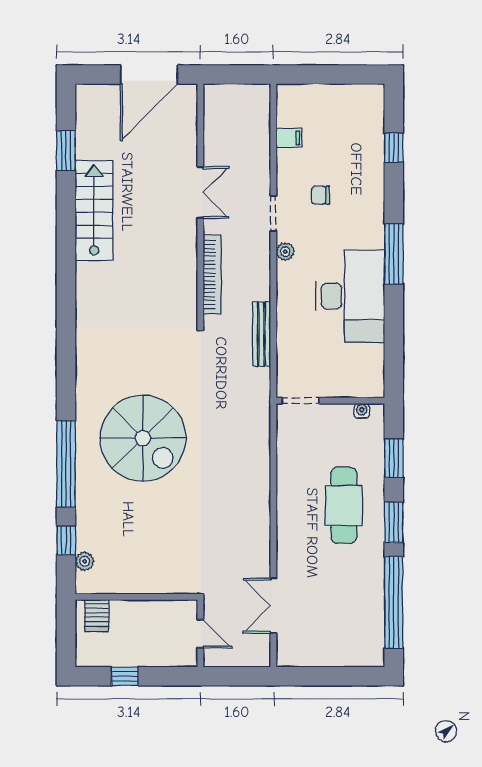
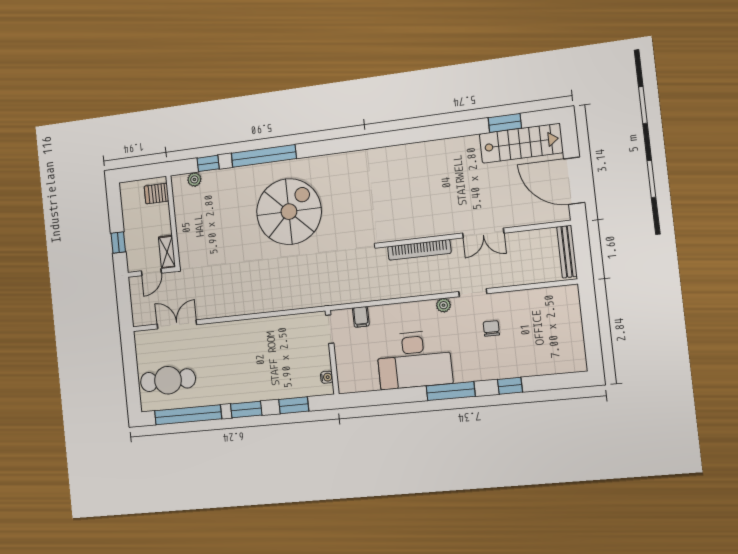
filing cabinet: (289, 138) -> (361, 317), moved
window: (394, 148) -> (510, 386), moved
stairs: (94, 210) -> (521, 143), moved
bench: (262, 334) -> (567, 252), moved, turned 90
spiral stairs: (143, 438) -> (289, 212), turned 180
cafe table: (344, 505) -> (168, 380), moved
shelving: (176, 609) -> (167, 252), added
window: (125, 676) -> (118, 243), moved

